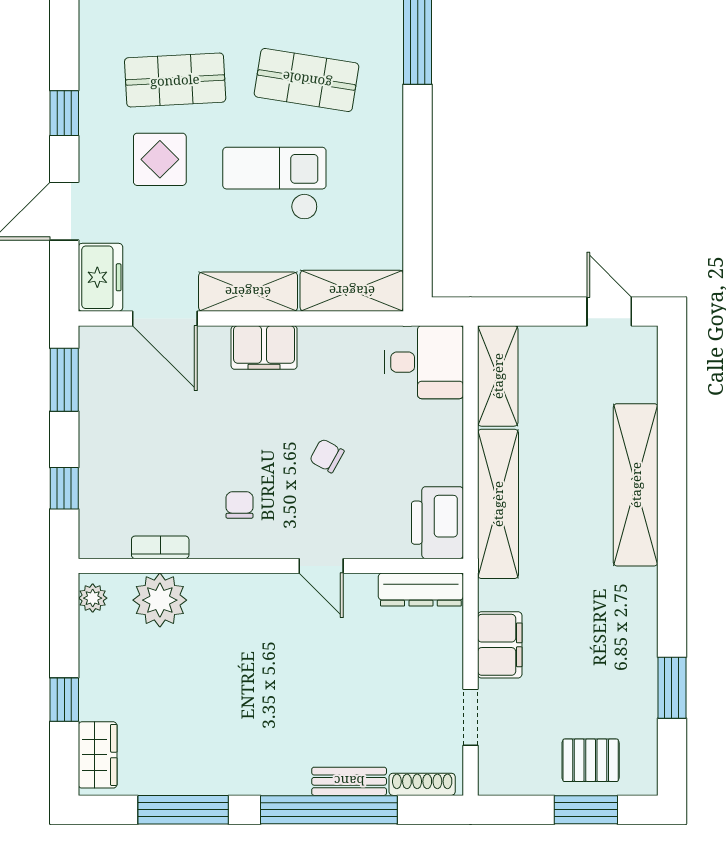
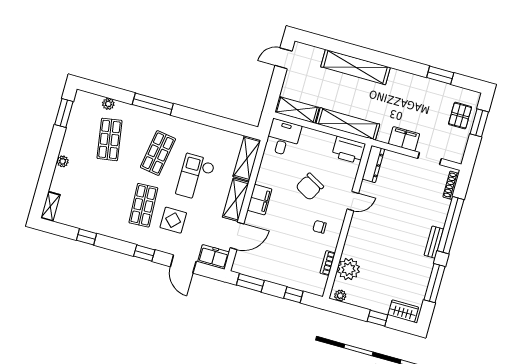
chair: (327, 456) -> (310, 187), width x1.87, depth x1.87
bench: (349, 781) -> (434, 242), moved

